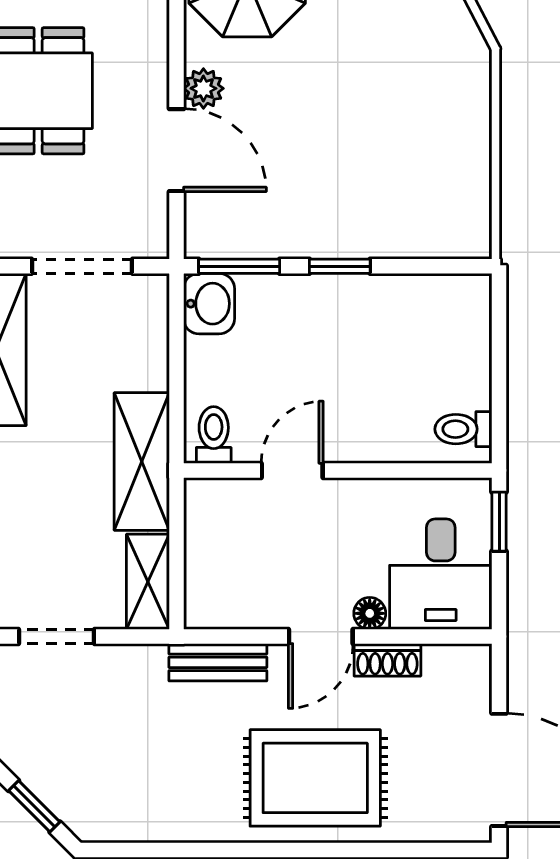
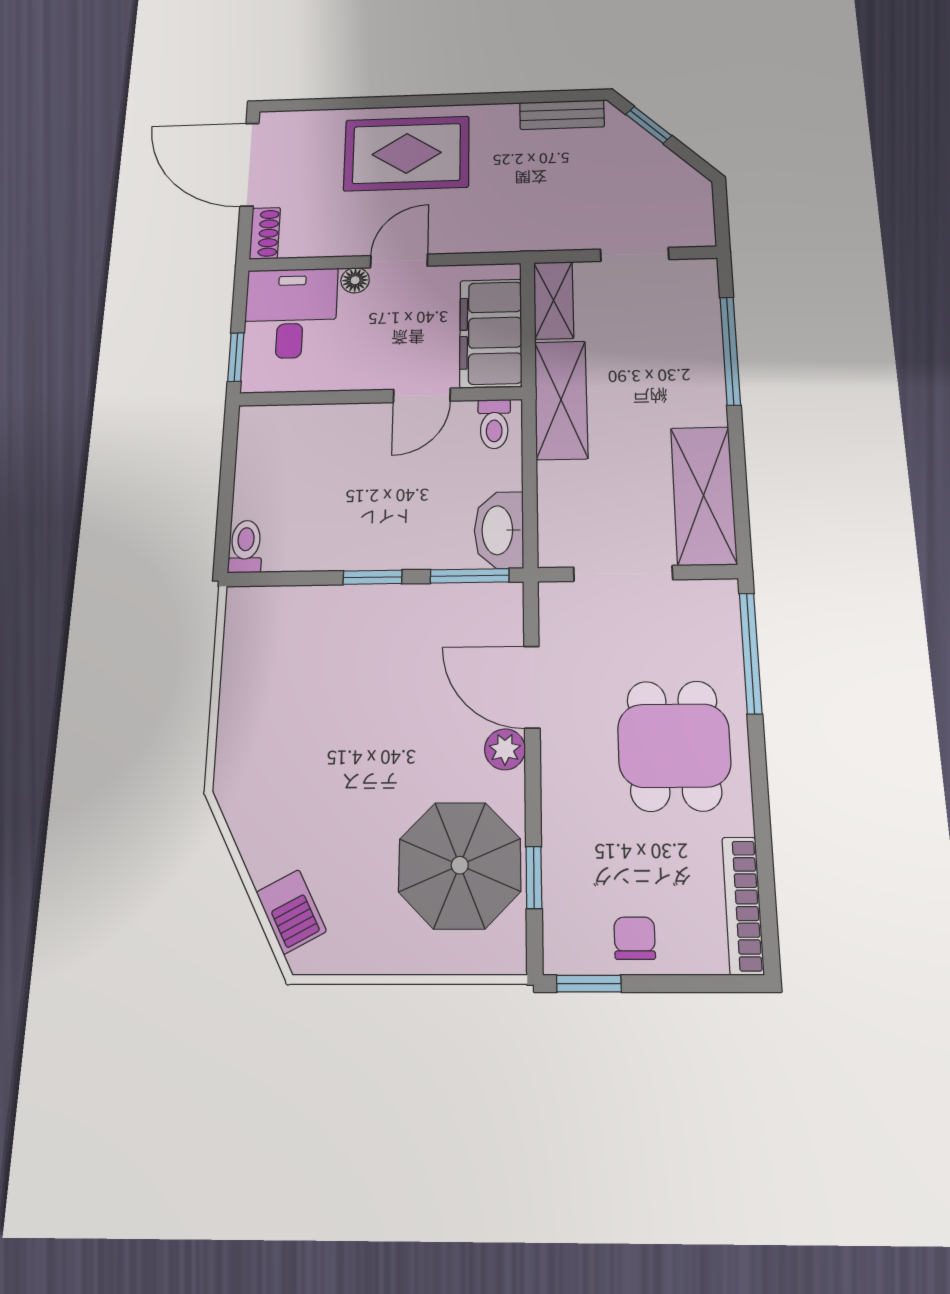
washbasin: (209, 304) -> (499, 530), width x1.38
toilet: (463, 429) -> (246, 546), moved, turned -90
filing cabinet: (217, 544) -> (491, 333), added
shoe rack: (387, 660) -> (265, 233), moved, turned 90
bench: (218, 662) -> (562, 115), moved

